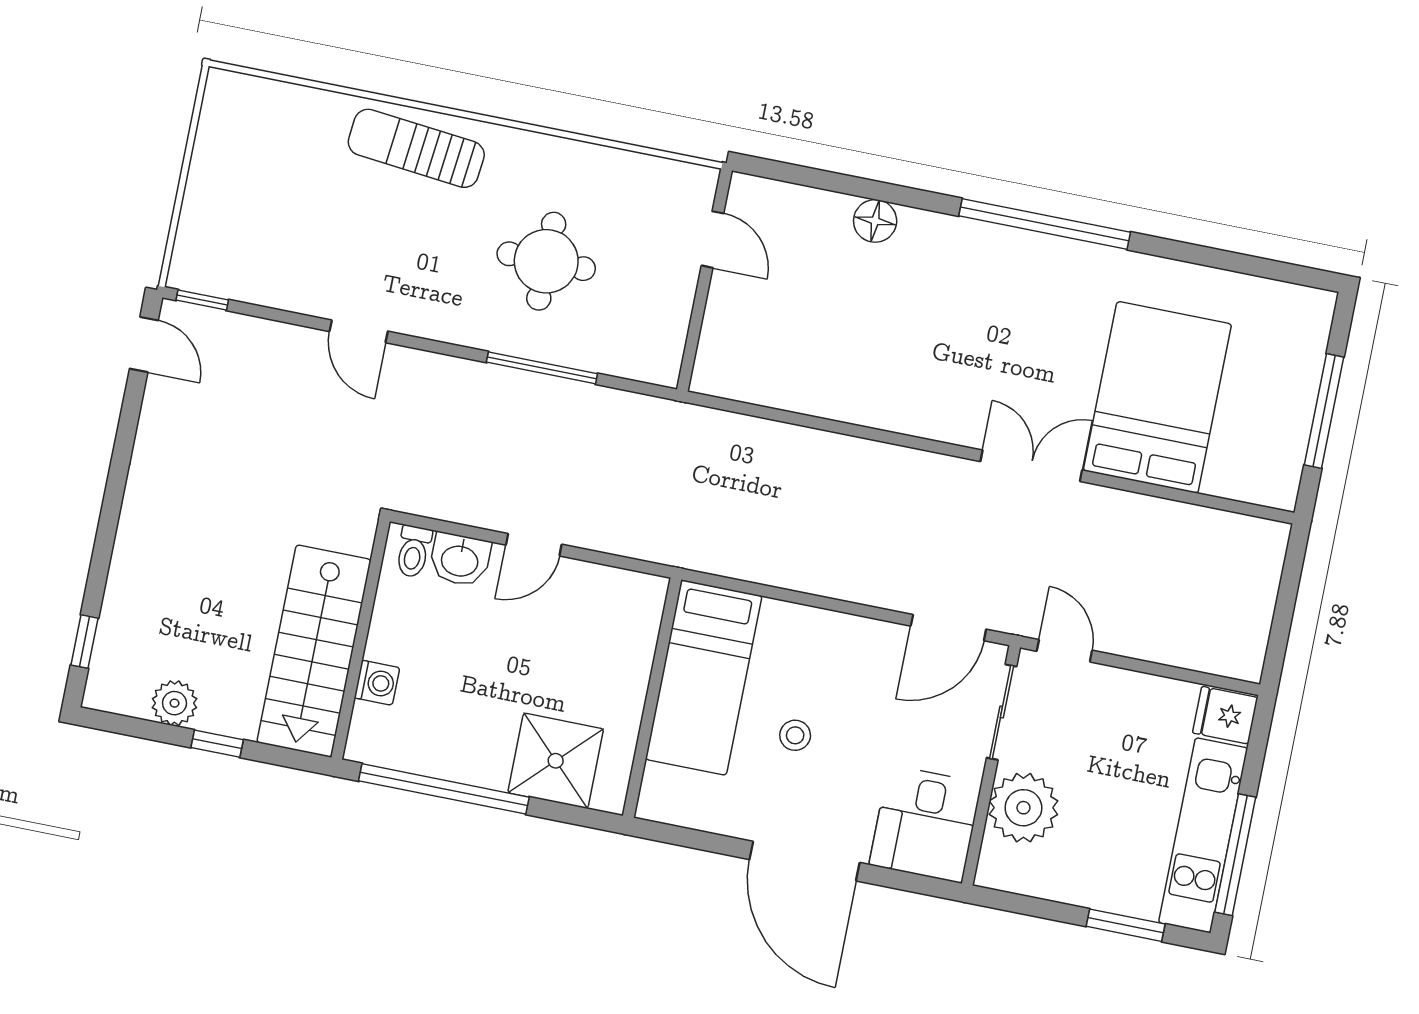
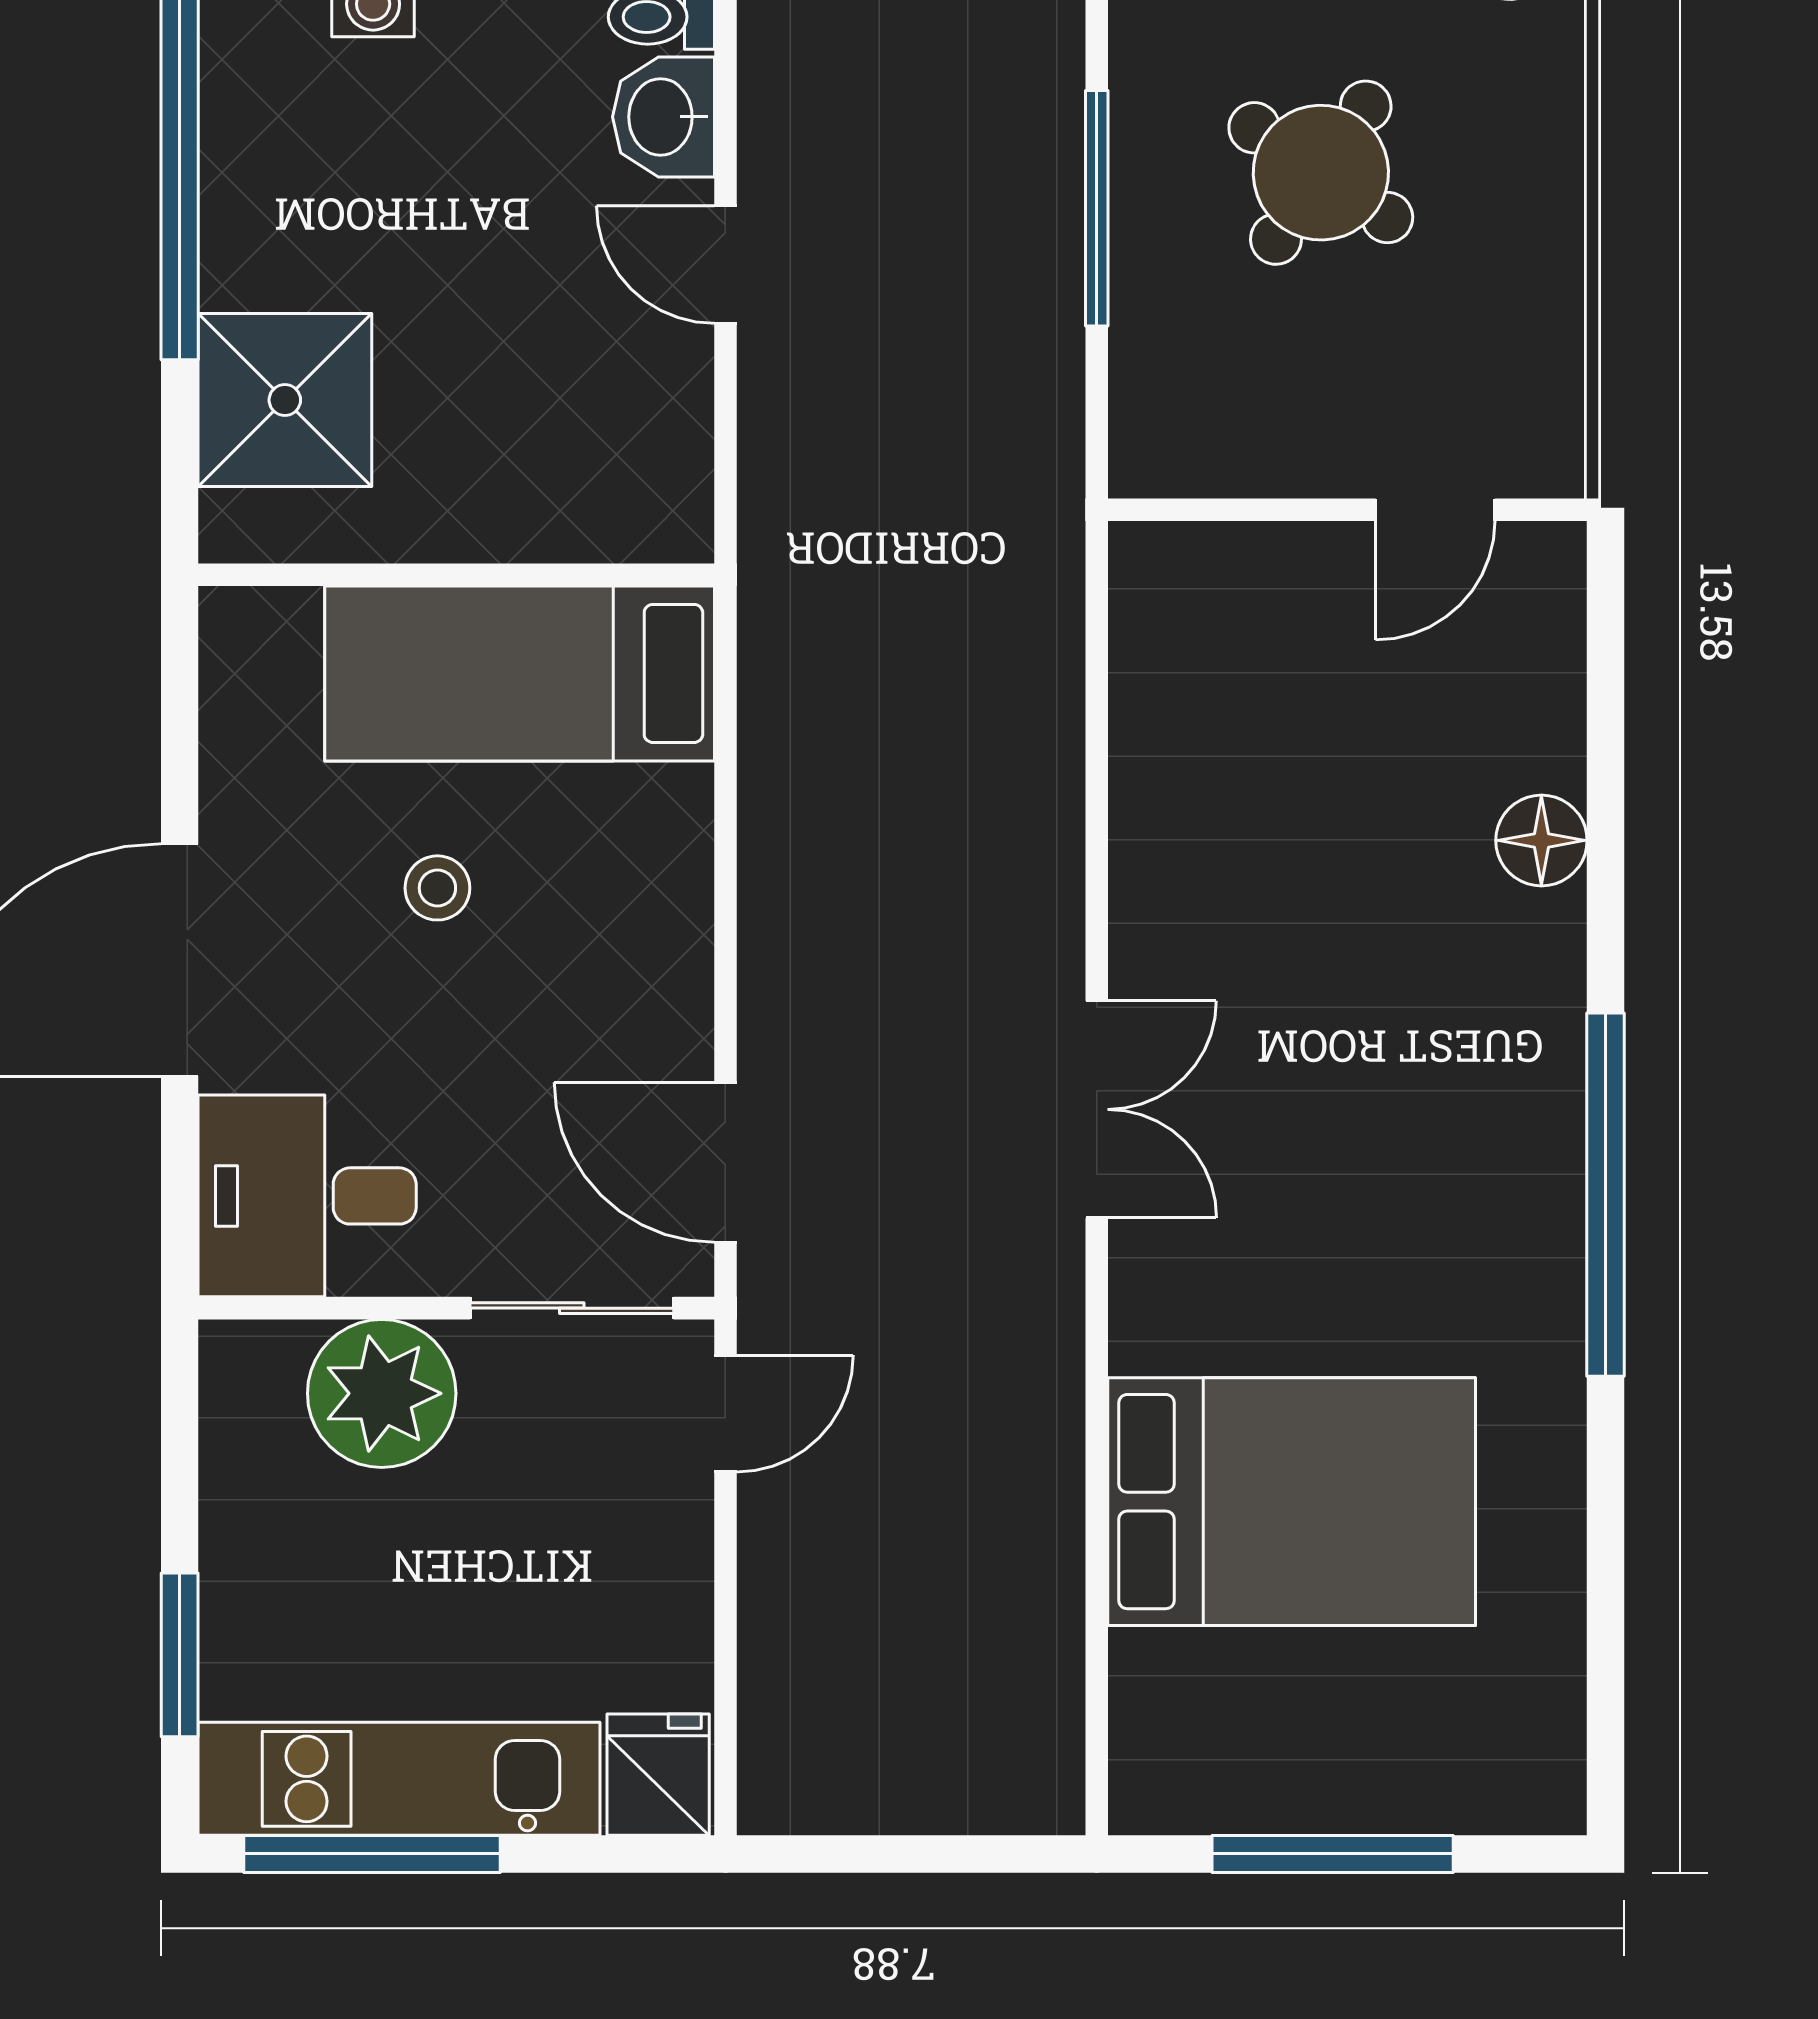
round table: (546, 261) -> (1321, 173), turned 34
double door: (1031, 466) -> (1097, 1109), moved

